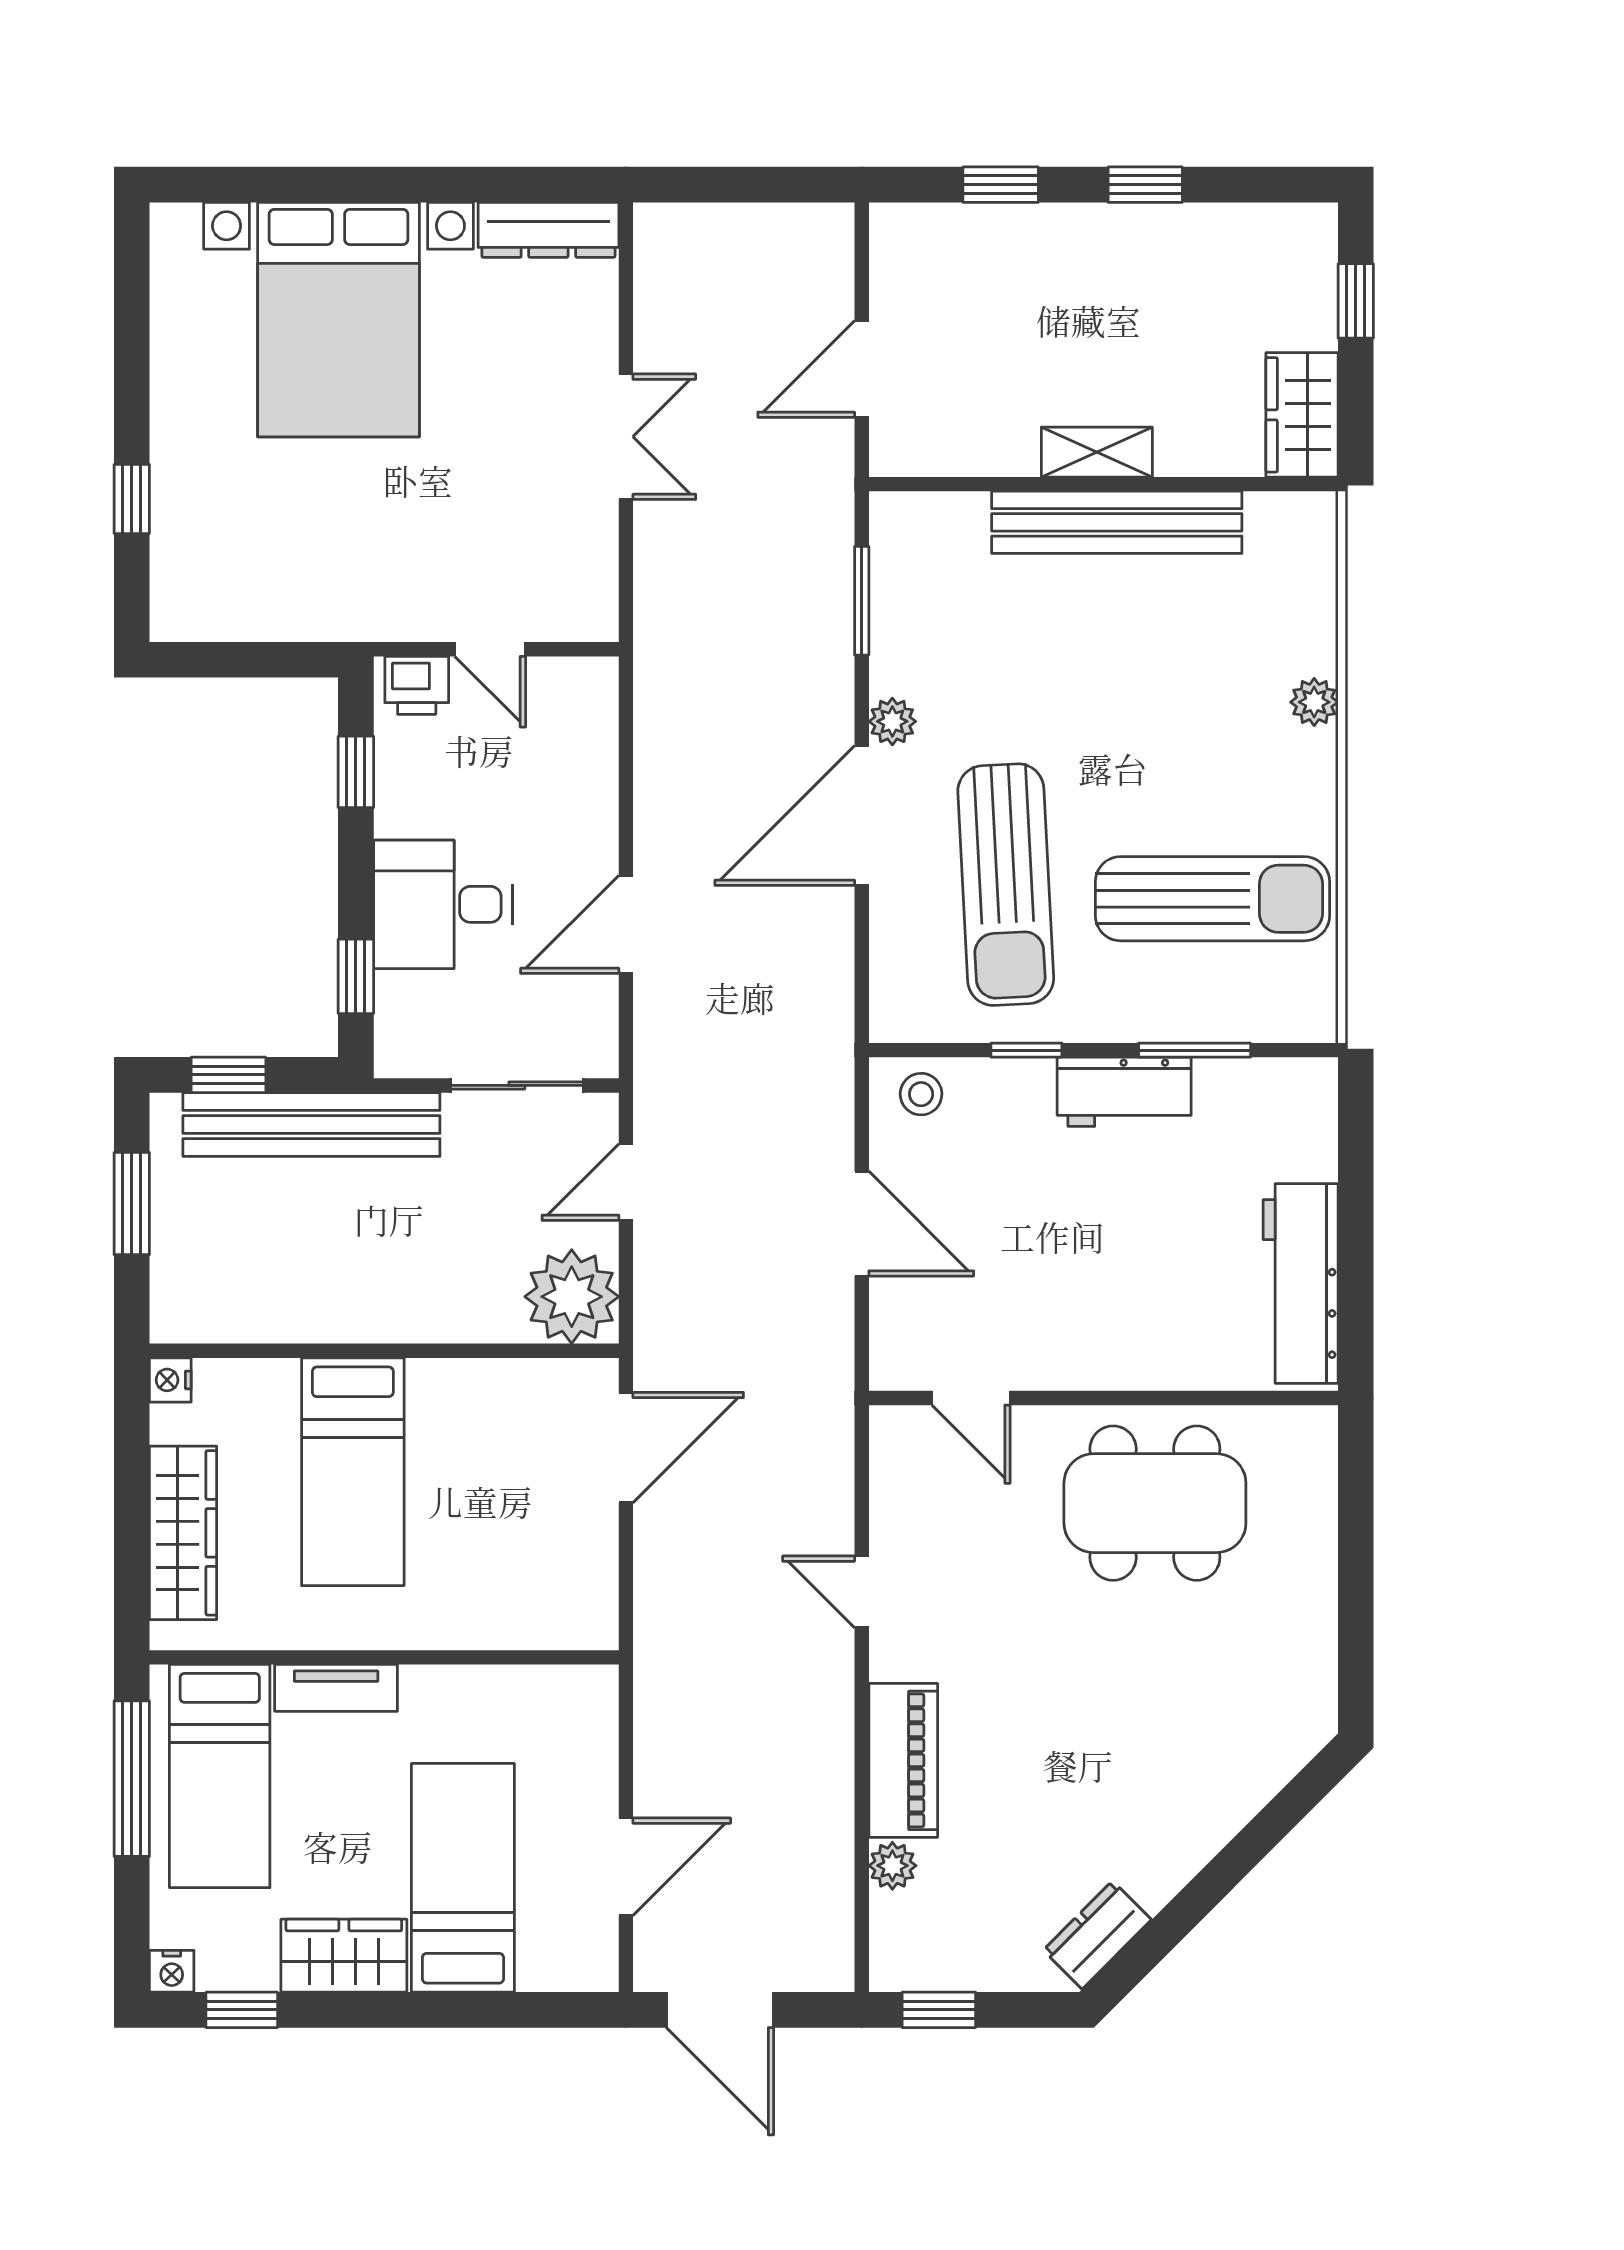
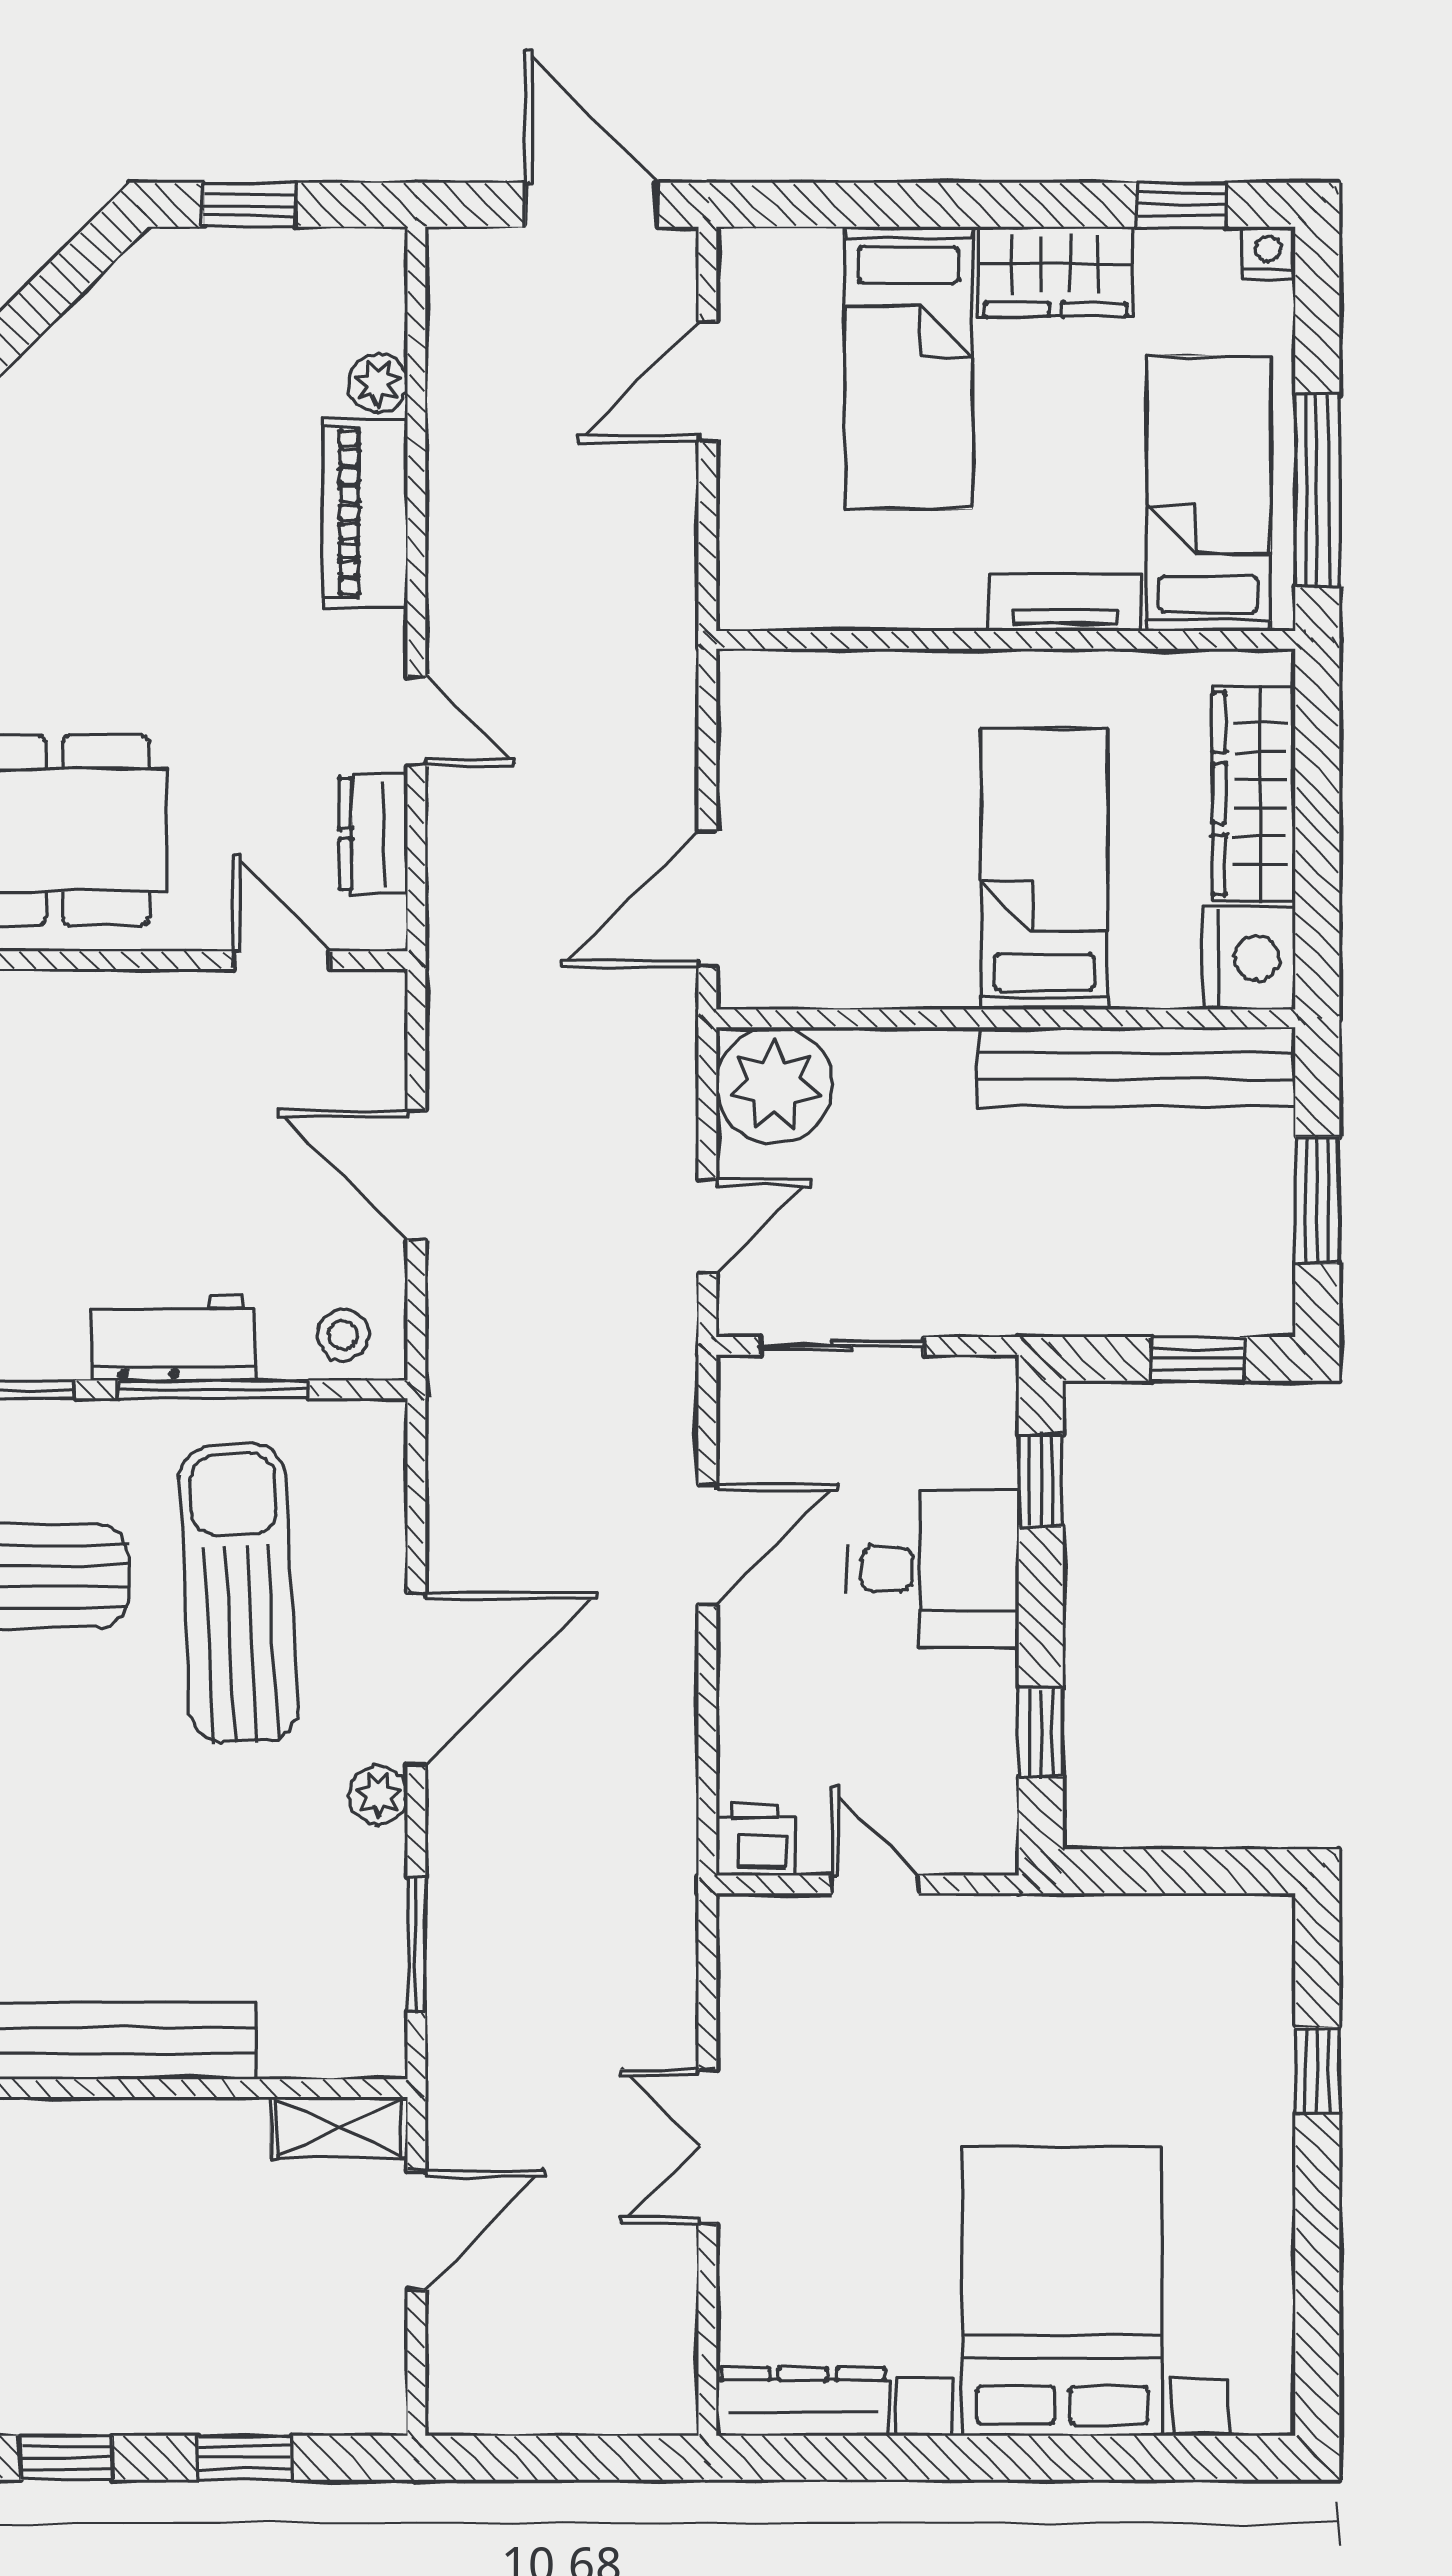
shelving: (1097, 452) -> (339, 2128), moved
printer: (417, 685) -> (756, 1840), moved
window: (1026, 1050) -> (213, 1389), width x2.17
workbench: (1124, 1092) -> (173, 1338), moved
bench: (311, 1125) -> (1137, 1067), moved
nightstand: (170, 1380) -> (1249, 958), width x1.89, depth x1.79
dresser: (1097, 1935) -> (373, 833), moved, turned 135
window: (939, 2010) -> (250, 205), moved

